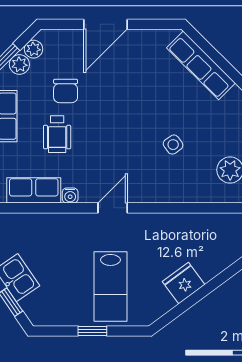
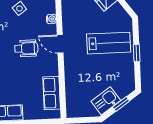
wheelchair: (57, 134) -> (26, 48), moved
water cooler: (70, 196) -> (51, 19), moved

